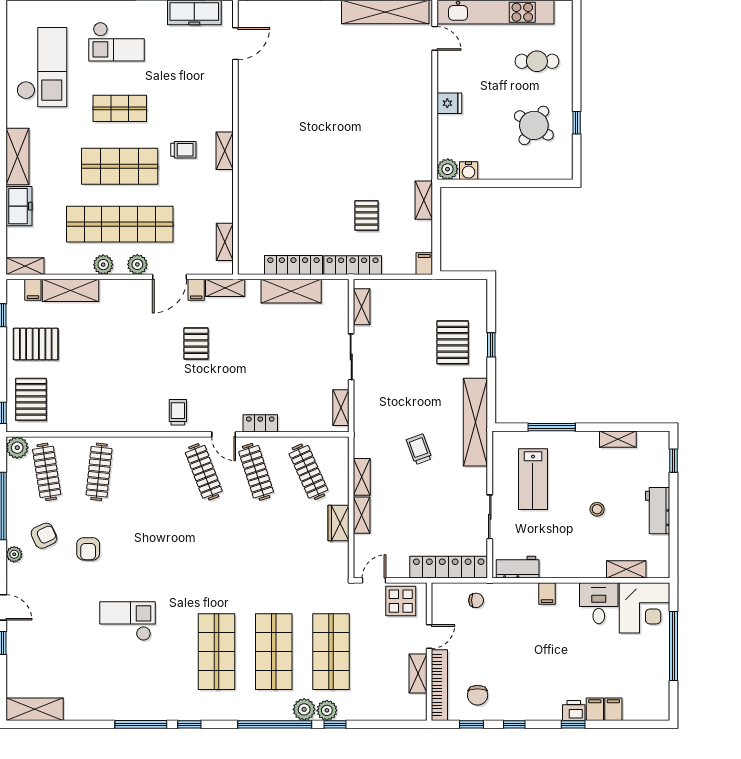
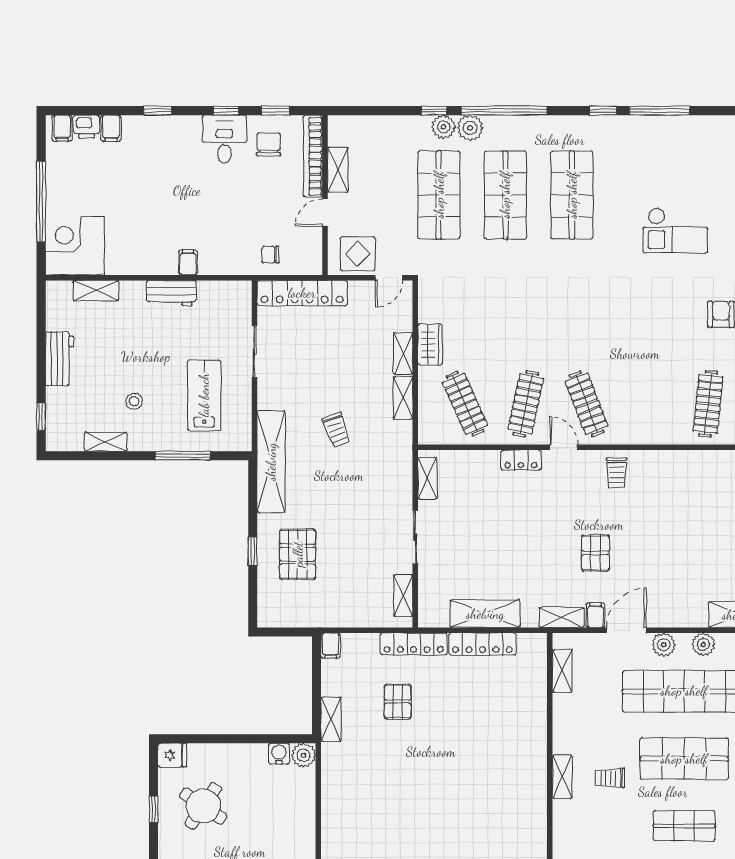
fridge: (449, 103) -> (172, 755), moved, turned 180
clothes rail: (256, 472) -> (526, 404), turned 30
stool: (597, 509) -> (134, 401), moved
workbench: (518, 567) -> (171, 293), moved
desk: (599, 603) -> (224, 139), moved, turned 180
filing cabinet: (595, 709) -> (62, 128), moved
printer: (574, 711) -> (86, 127), moved

